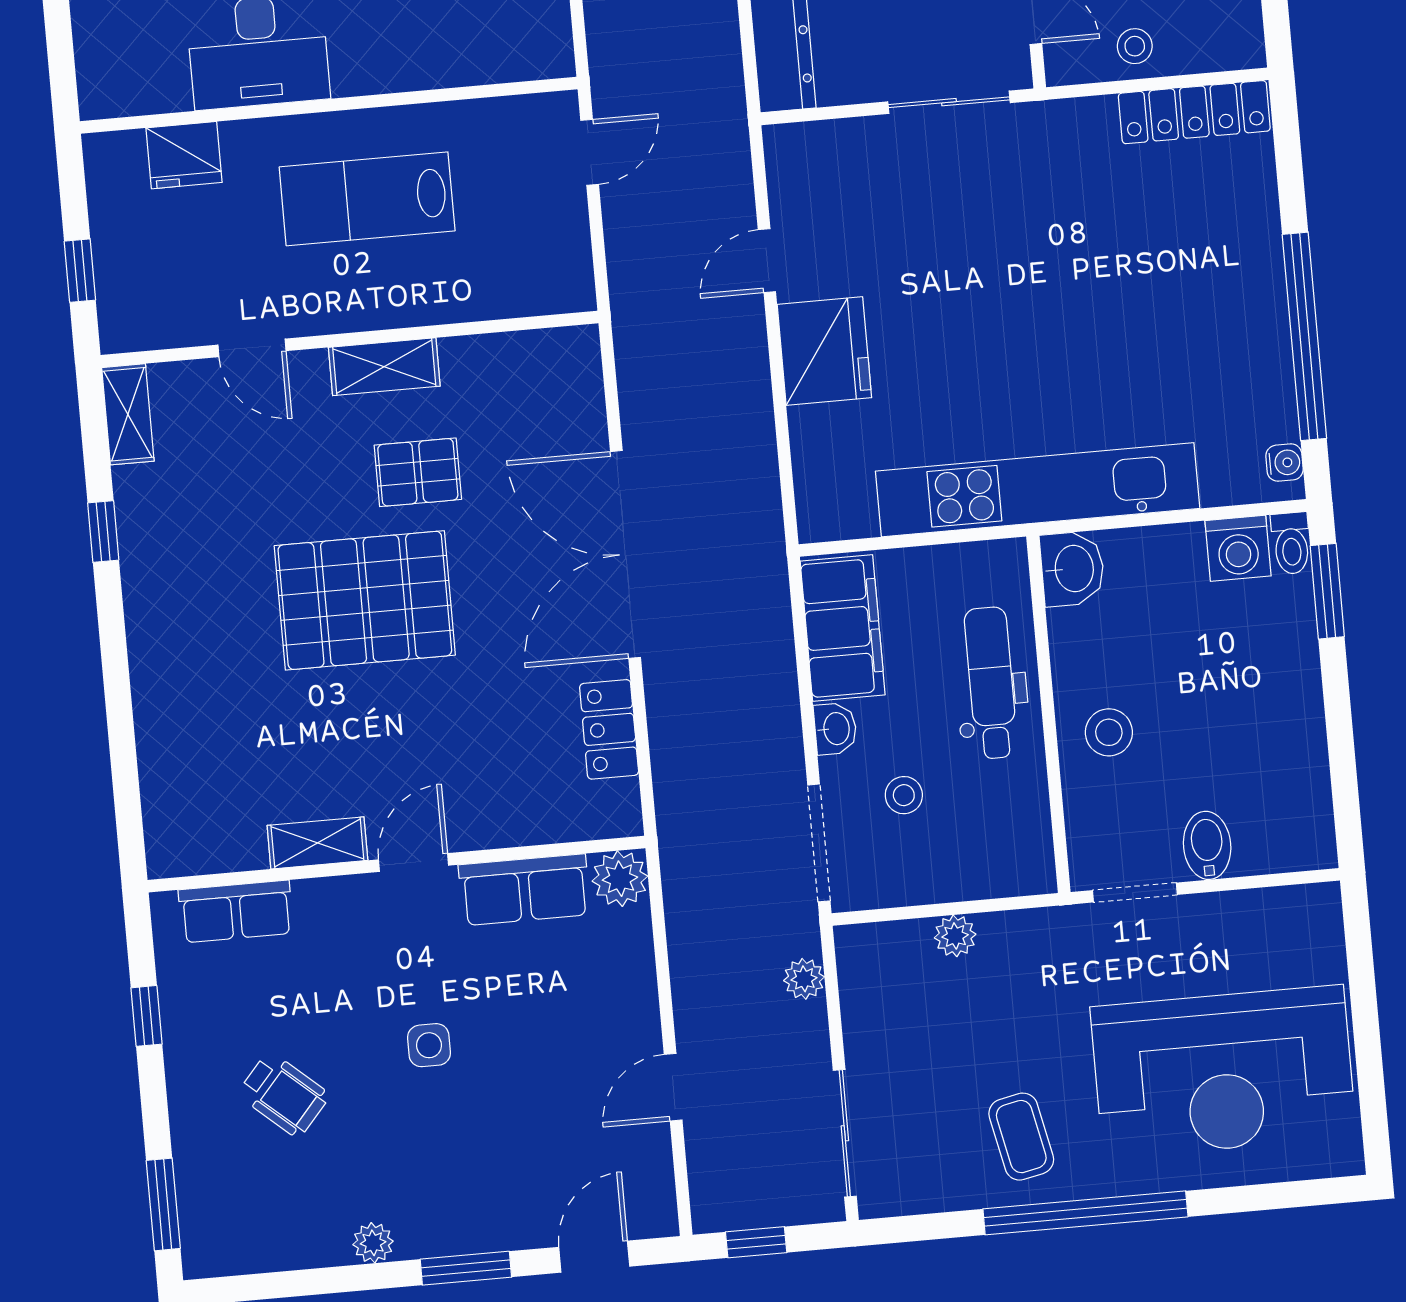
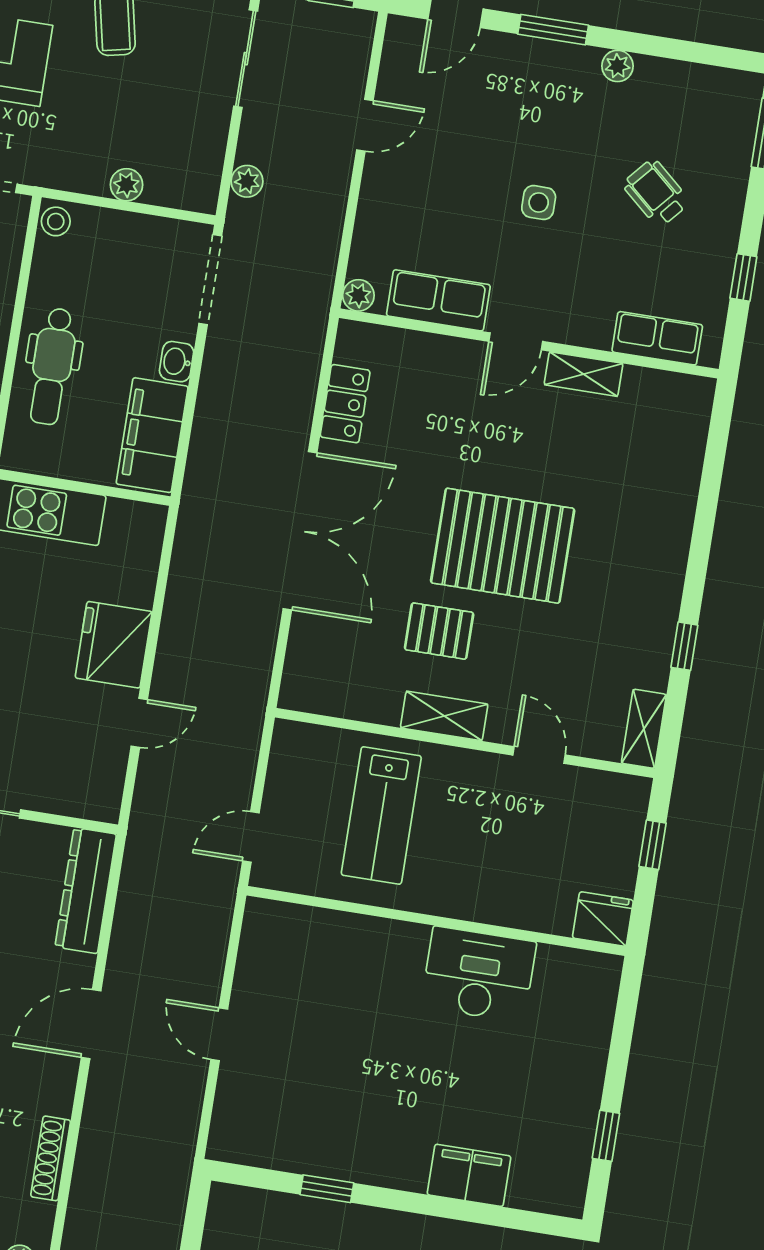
fridge: (184, 155) -> (603, 919), moved
lab bench: (367, 199) -> (381, 815), moved, turned 90
stool: (904, 795) -> (56, 221), moved
plant: (620, 879) -> (358, 295), width x0.73, depth x0.73

